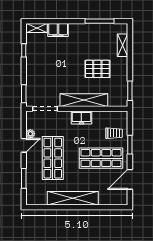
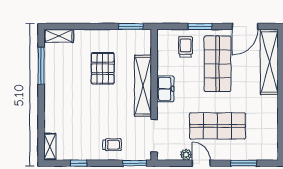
filing cabinet: (58, 30) -> (53, 119), removed
shelving: (123, 45) -> (59, 36), moved
trolley: (38, 76) -> (112, 145), added
door: (130, 179) -> (245, 26), hinge flipped
shelving: (73, 198) -> (269, 62), moved

